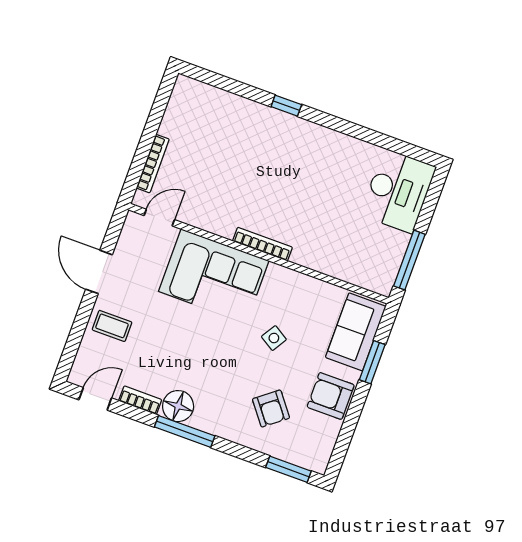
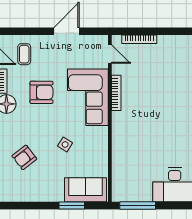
bookcase: (263, 244) -> (116, 93), moved
coffee table: (112, 326) -> (24, 54), moved
armchair: (331, 396) -> (41, 92), moved, turned 90

